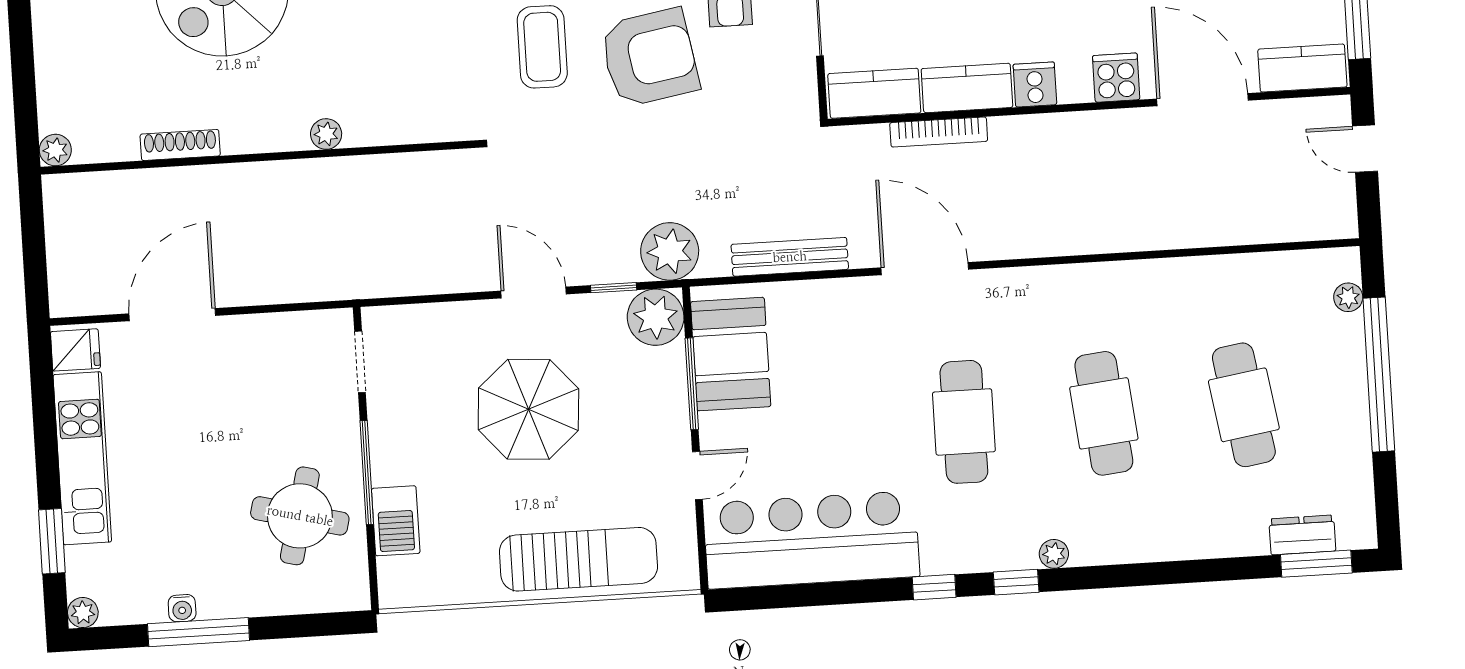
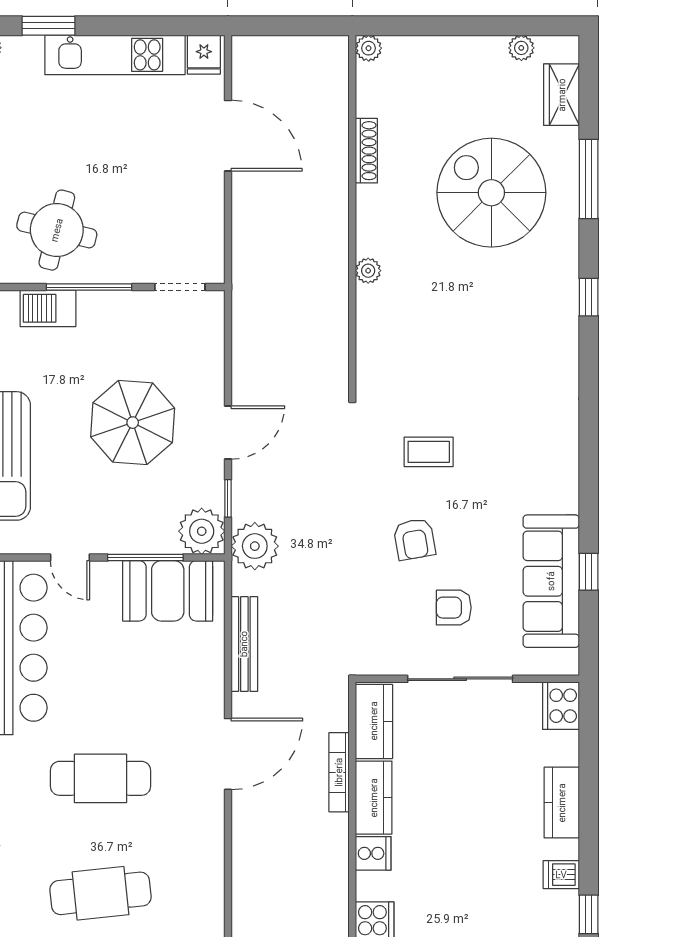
coffee table: (542, 47) -> (429, 452), width x0.73, depth x0.77
armchair: (649, 58) -> (414, 539), width x0.53, depth x0.53

